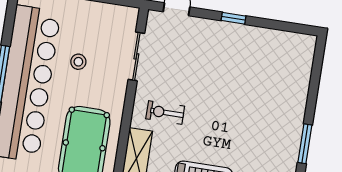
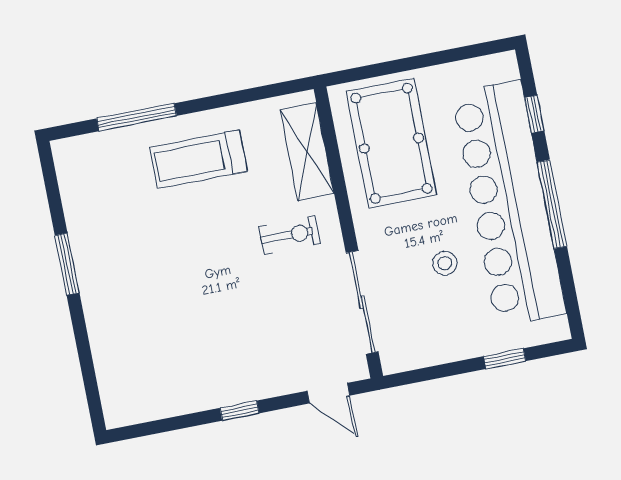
sliding door: (136, 56) -> (362, 302), width x1.37

